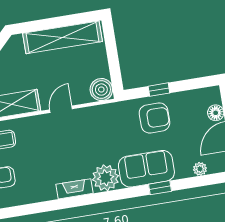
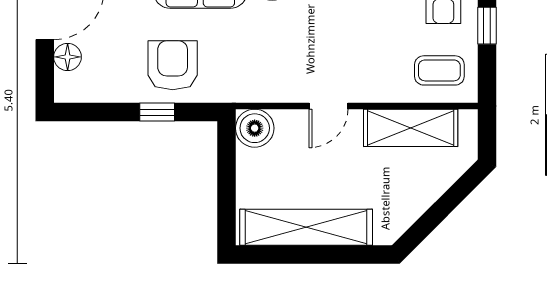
armchair: (154, 118) -> (173, 65), turned 90

